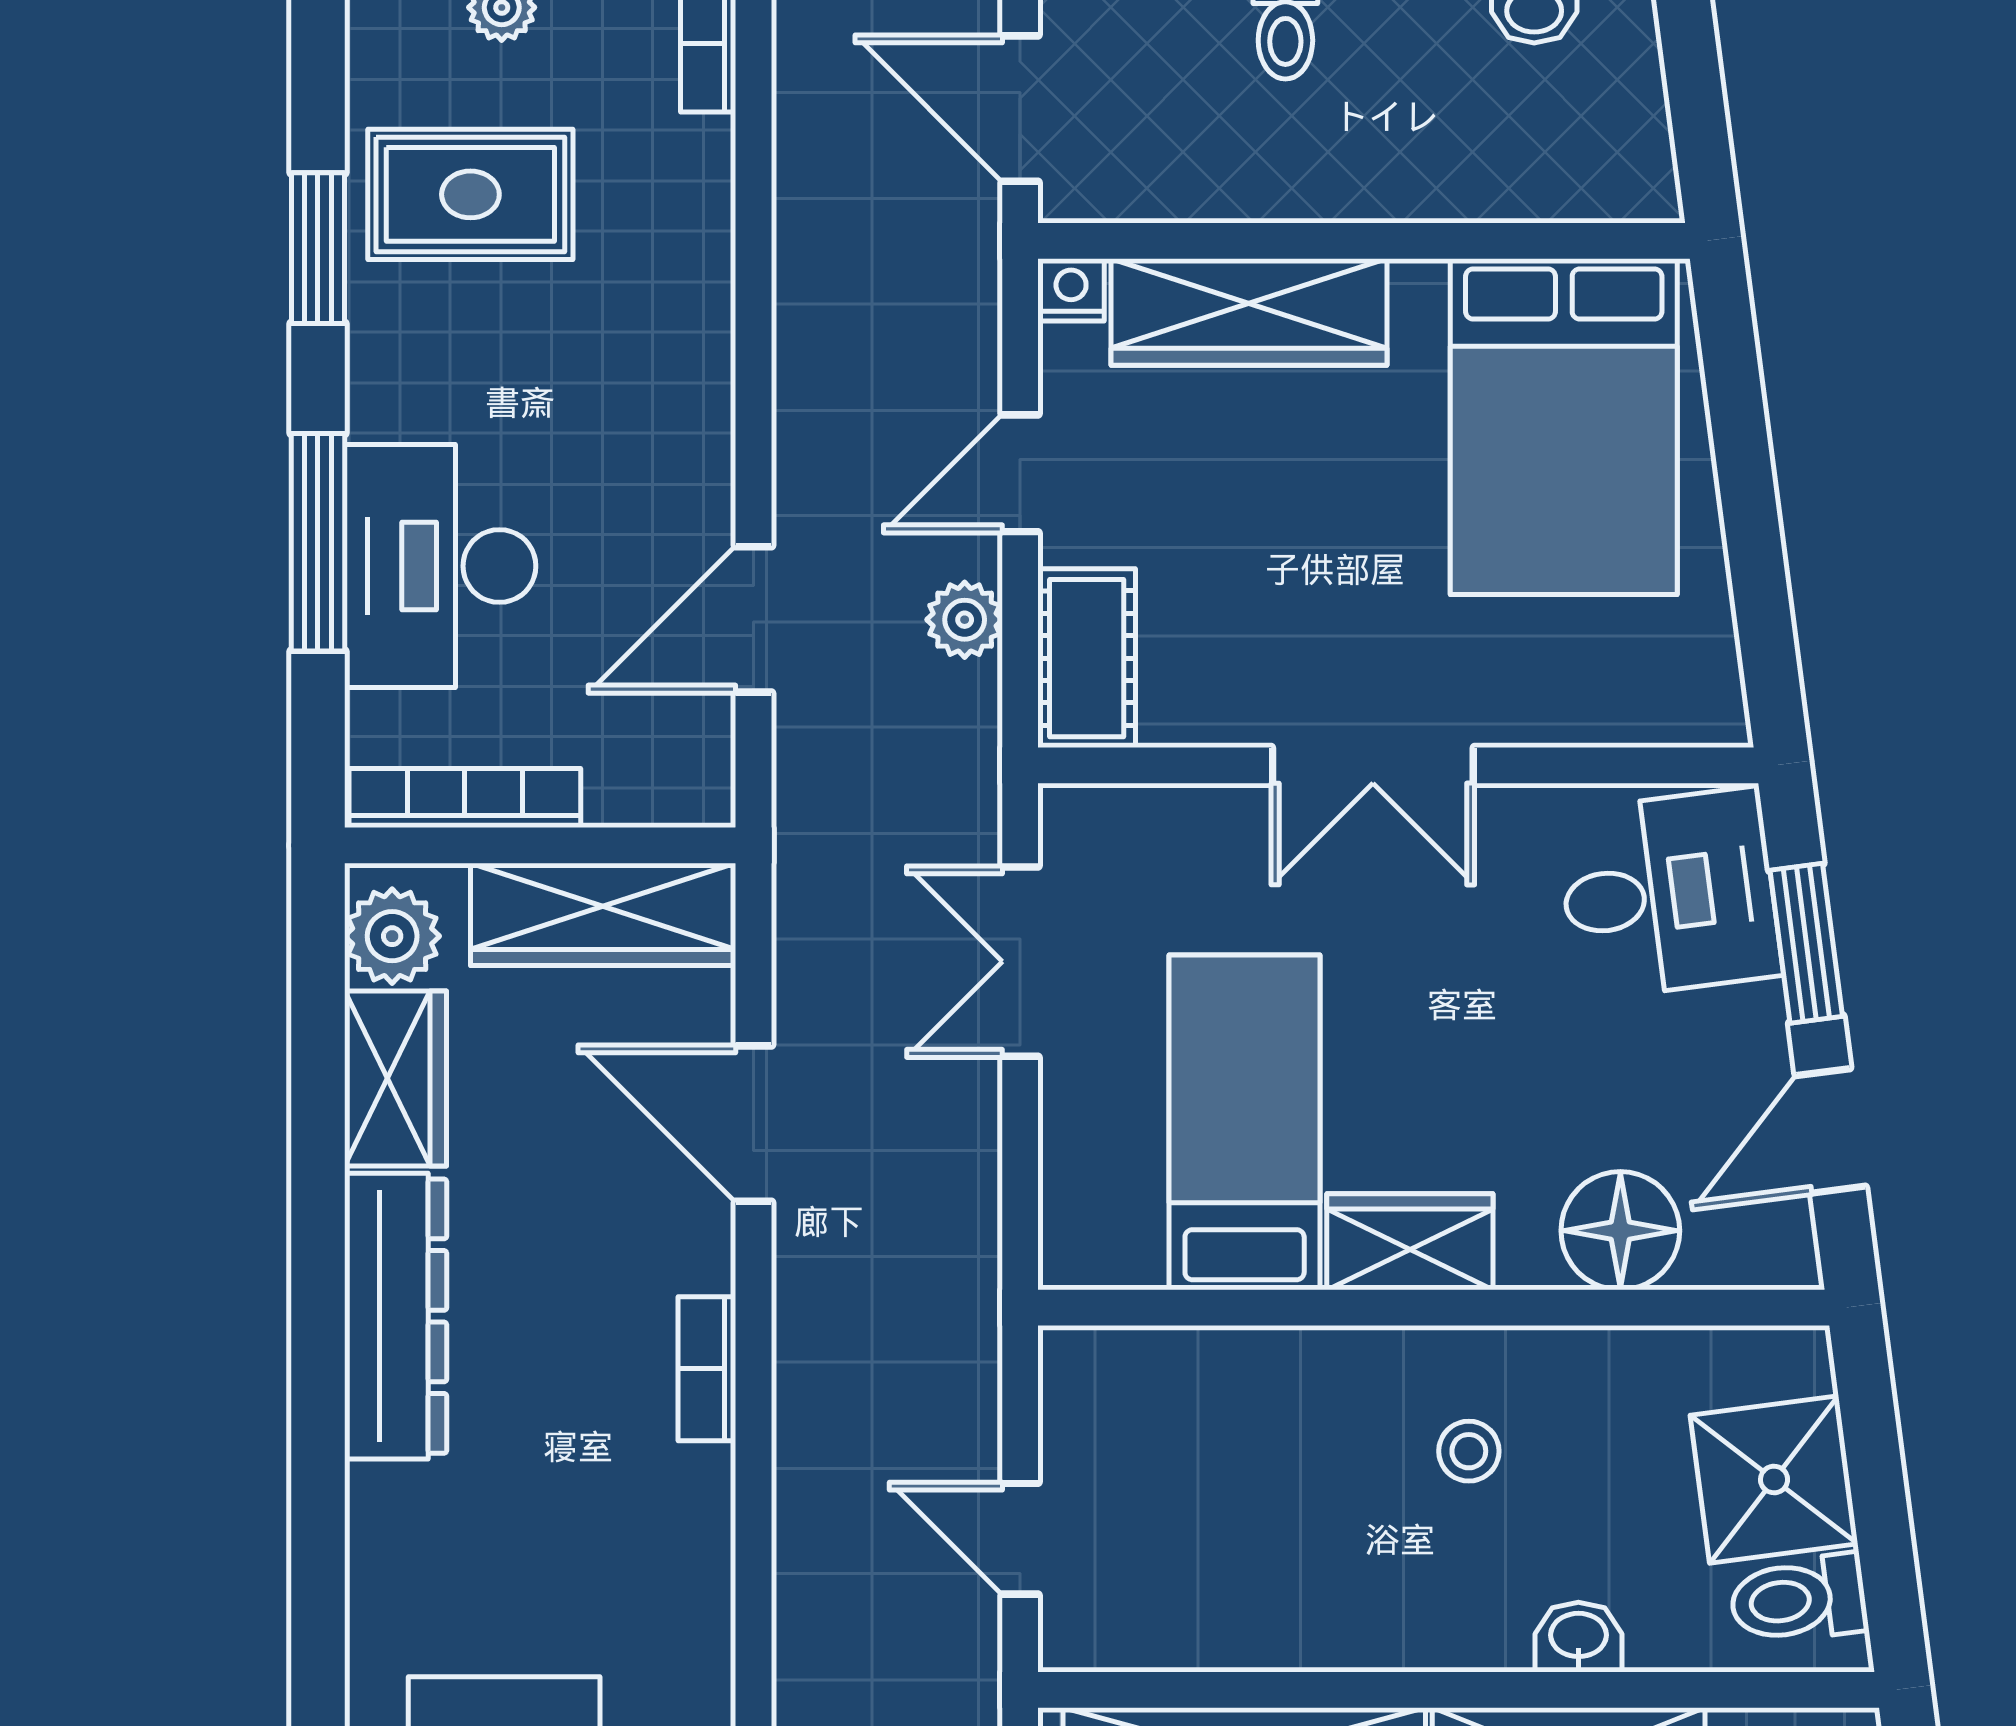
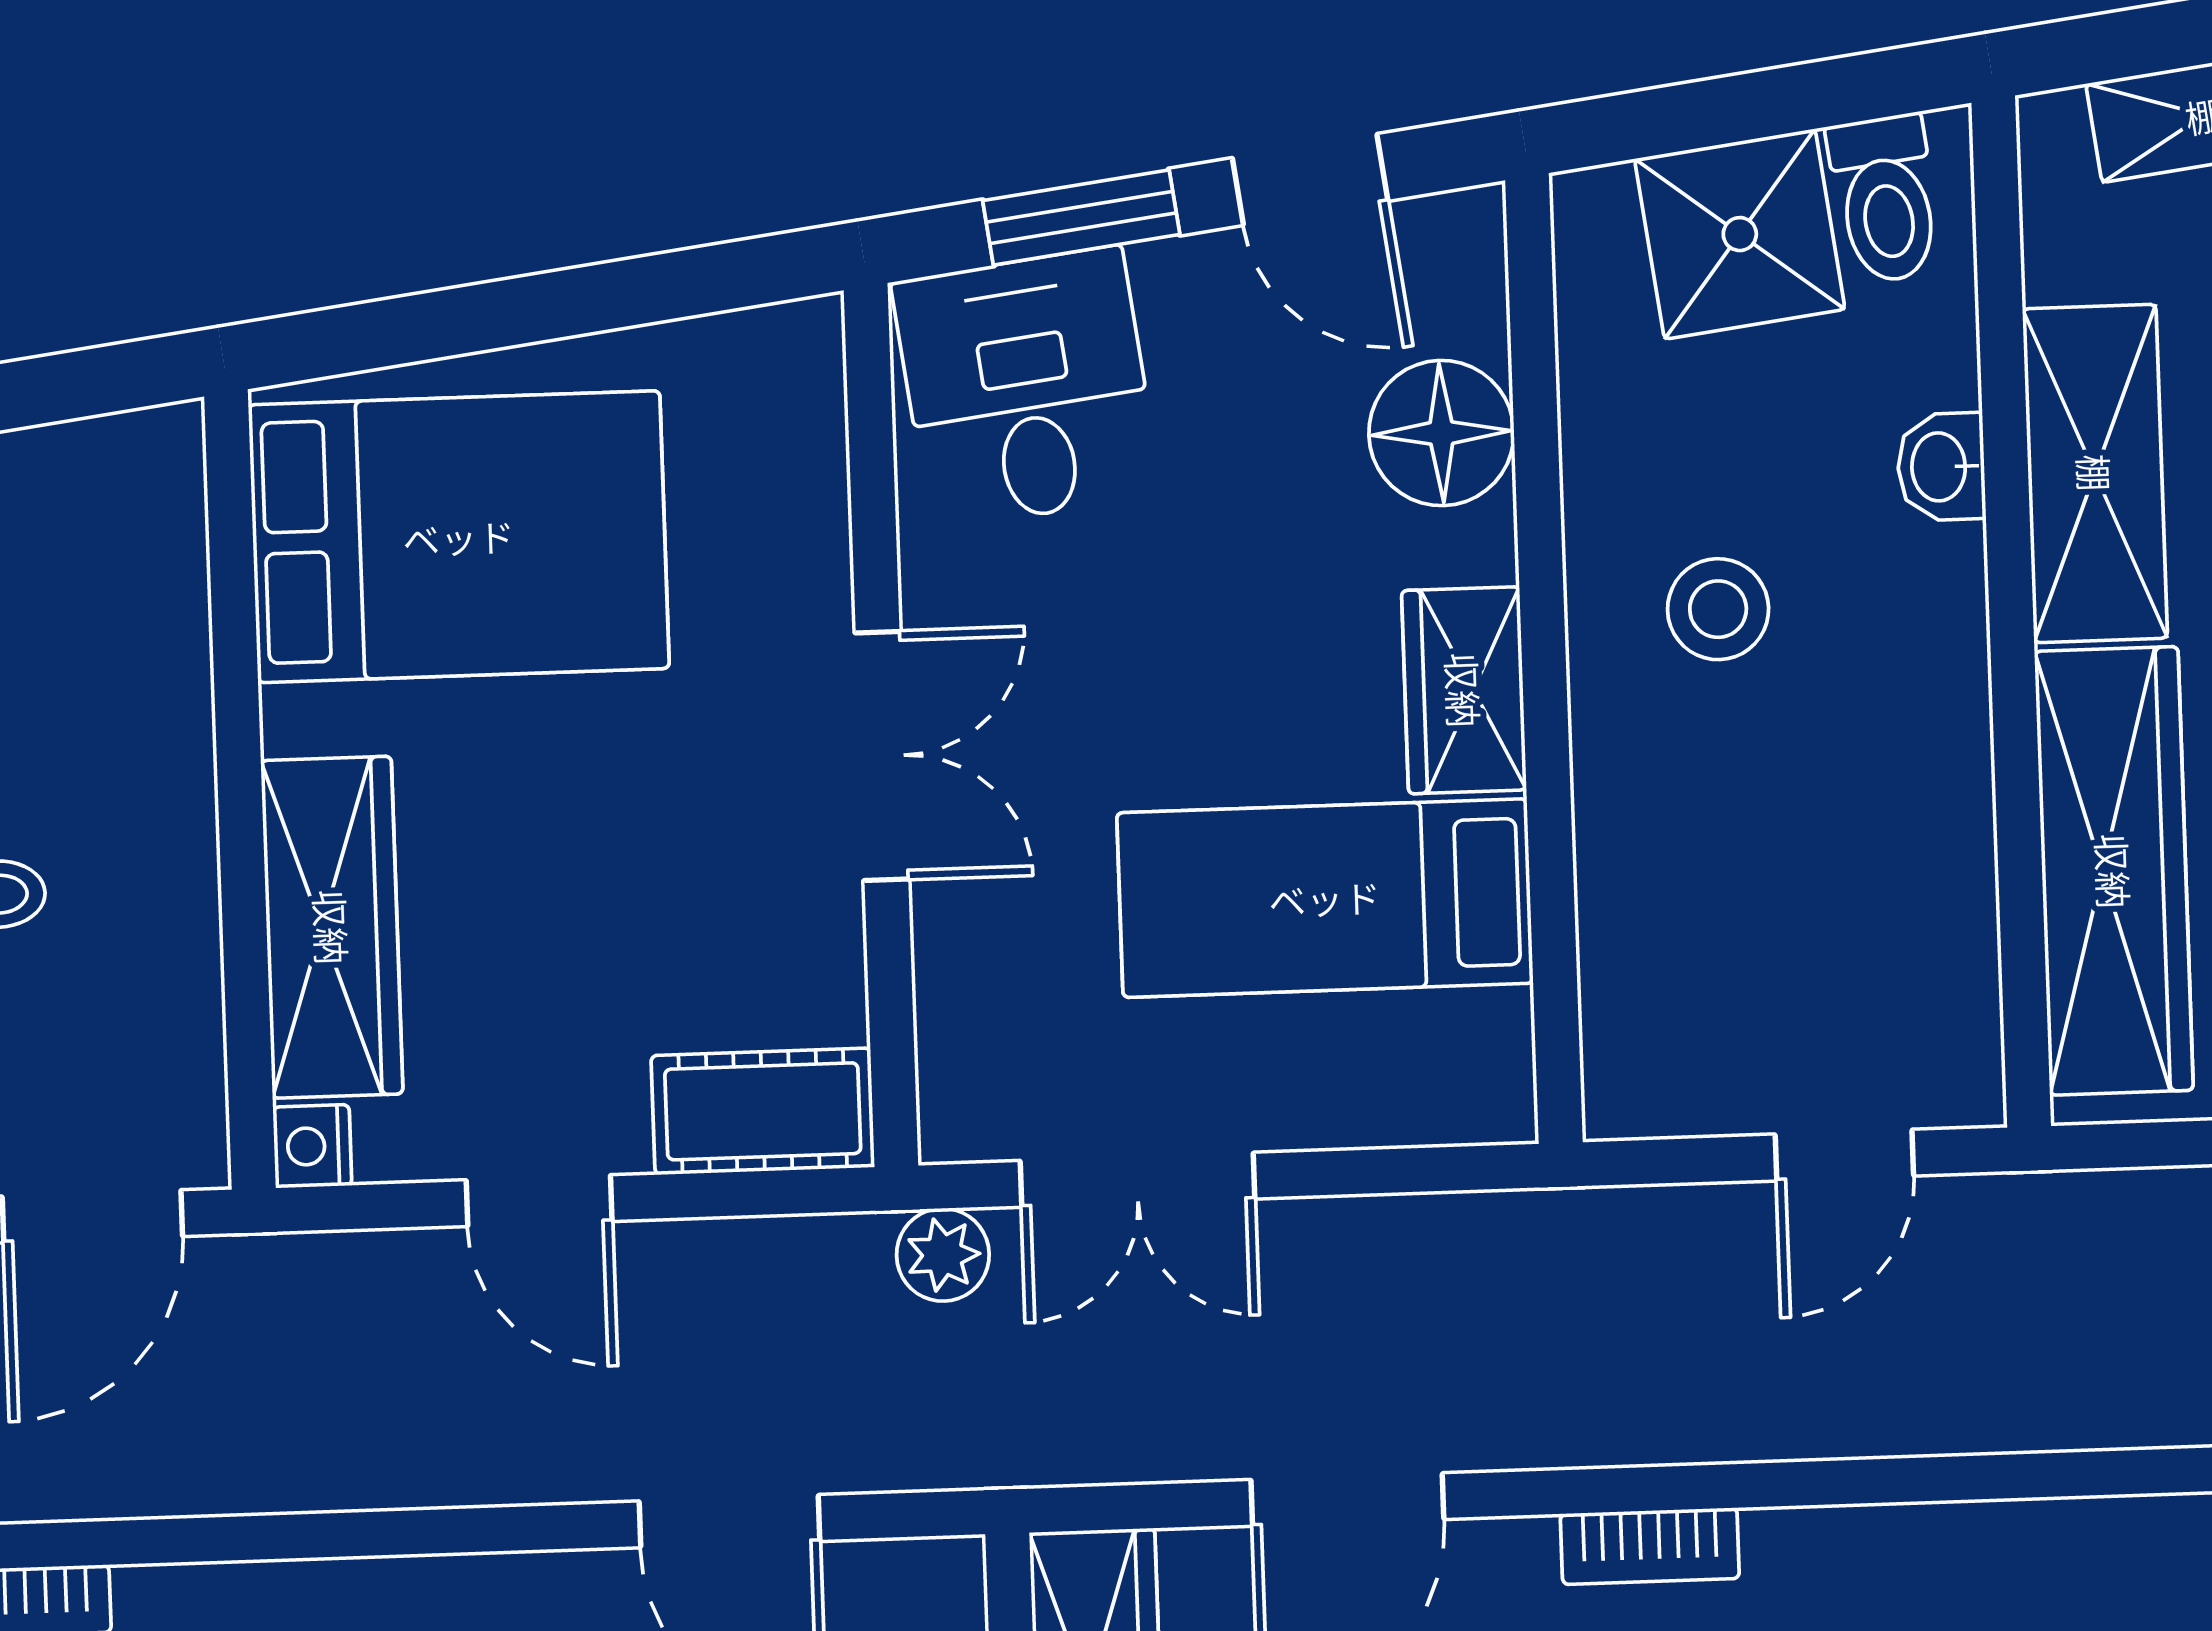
plant: (965, 620) -> (943, 1255), moved
stool: (1469, 1451) -> (1718, 609), width x1.37, depth x1.37

